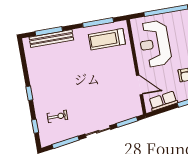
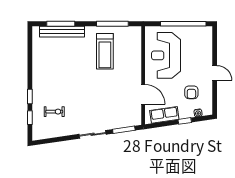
treadmill: (107, 39) -> (105, 51), moved, turned -90
window: (29, 93) -> (30, 97), moved
window: (66, 142) -> (58, 139), removed

